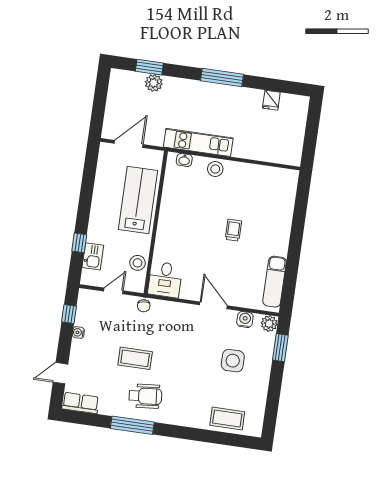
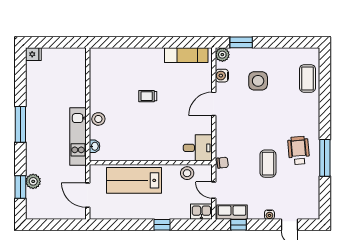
fridge: (271, 100) -> (33, 54), moved
window: (79, 243) -> (162, 225), moved
kitchen sink: (93, 256) -> (201, 212), moved
water cooler: (78, 333) -> (269, 215), moved
row of seats: (80, 403) -> (232, 212), moved, turned 90

